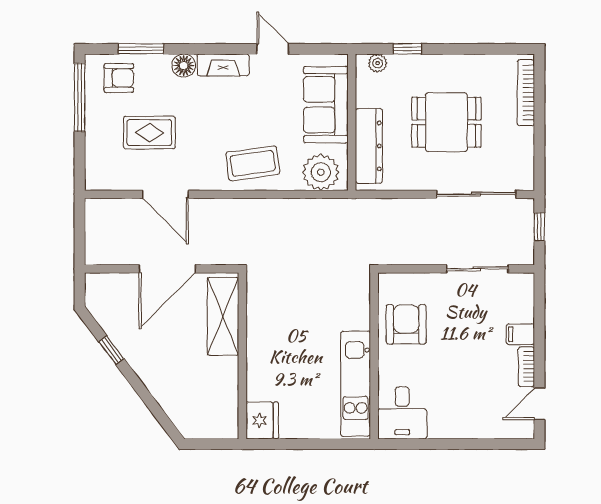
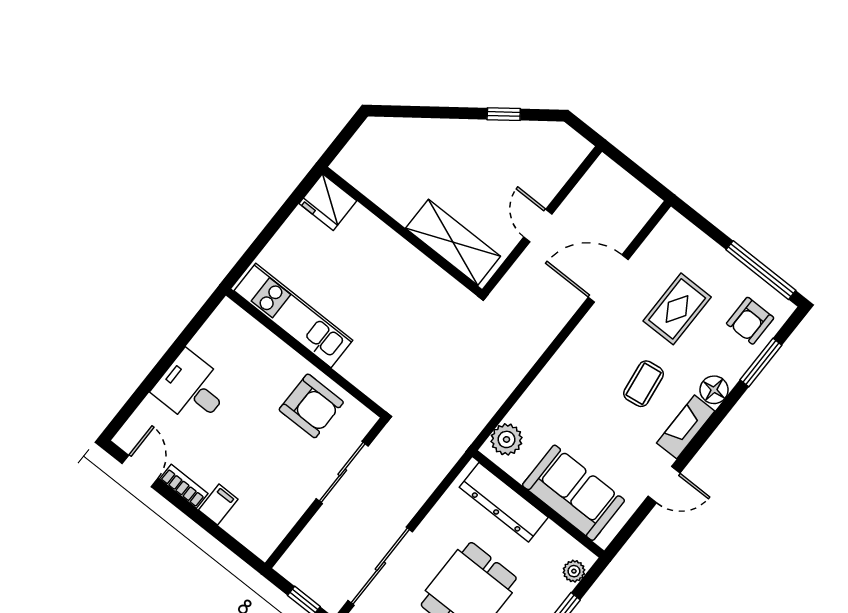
coffee table: (253, 163) -> (644, 384), moved, width x0.73, depth x0.77
plant: (321, 172) -> (506, 439), width x0.73, depth x0.73
door: (167, 269) -> (538, 225), width x0.53
sliding door: (477, 269) -> (342, 472), moved
desk: (402, 413) -> (192, 389), moved

